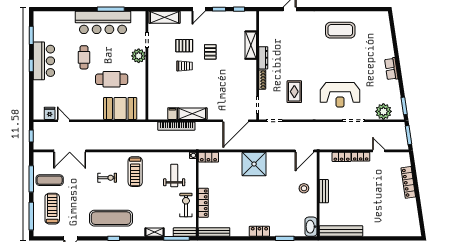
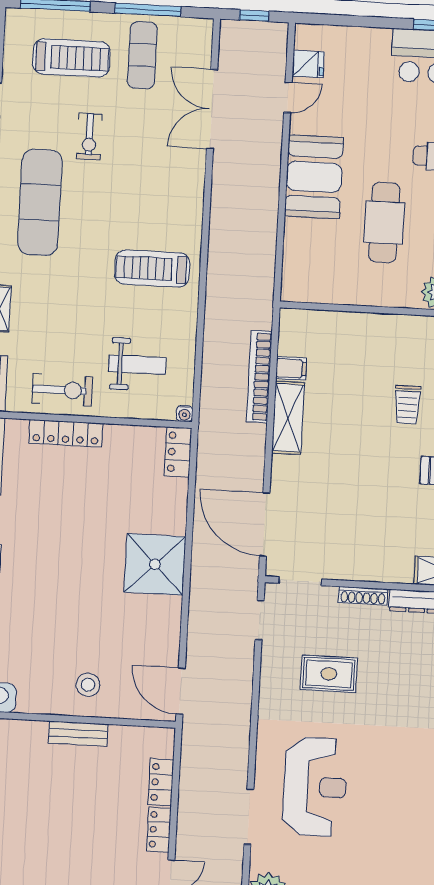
reception desk: (340, 95) -> (315, 787), turned 180
booth: (120, 108) -> (314, 177), moved
exercise bike: (107, 178) -> (89, 136), moved

